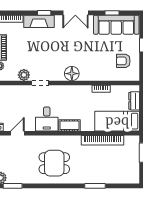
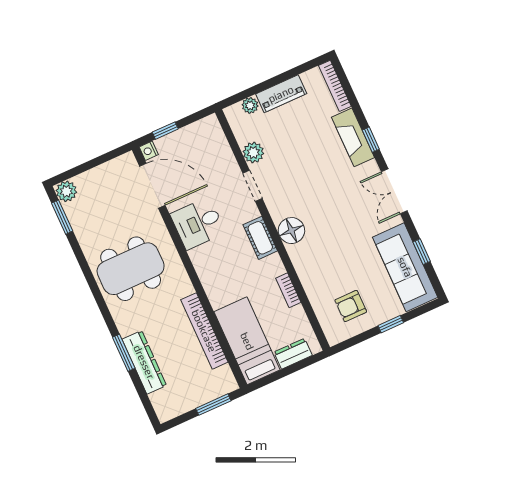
armchair: (123, 61) -> (351, 306), turned -90
cot: (69, 125) -> (260, 238), moved
door: (17, 133) -> (152, 186), width x1.88
dining table: (54, 163) -> (131, 269), width x1.38
dresser: (104, 178) -> (144, 362), added

